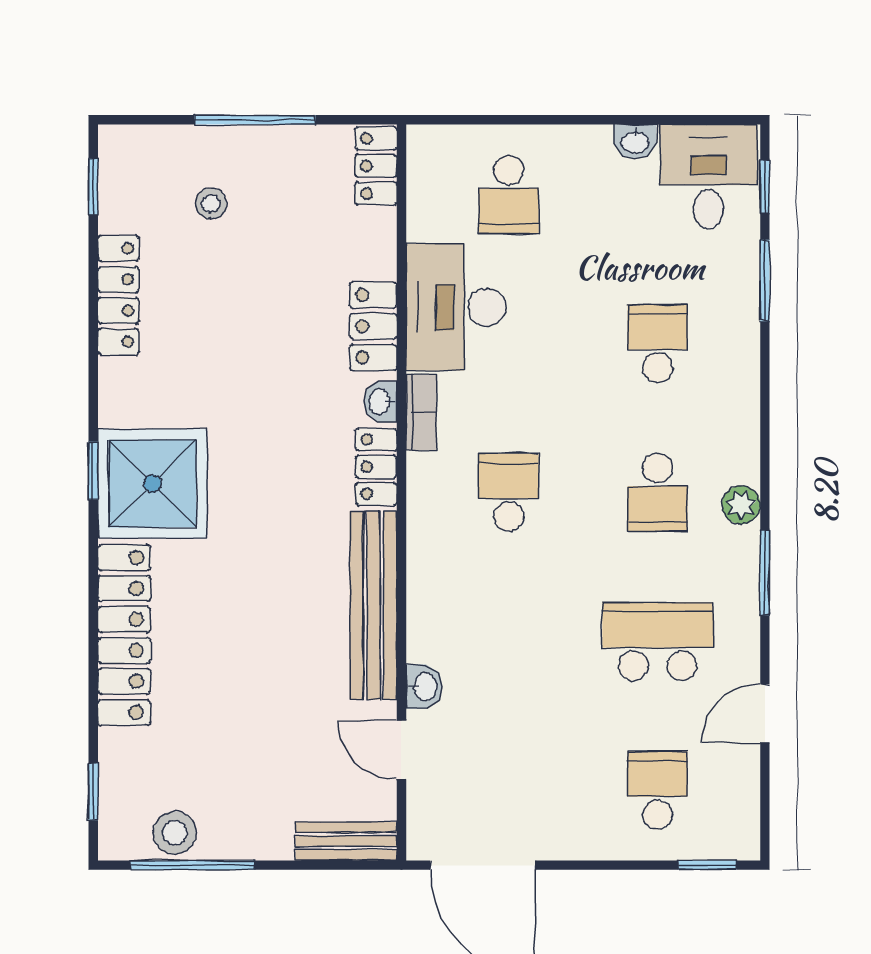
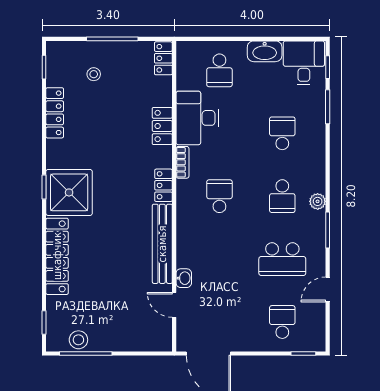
washbasin: (635, 142) -> (265, 51), width x1.91, depth x1.45
washbasin: (380, 402) -> (165, 158), removed
school desk: (658, 641) -> (282, 259), turned 180
bench: (346, 841) -> (151, 343), removed

